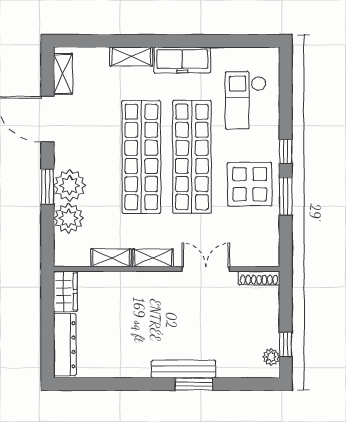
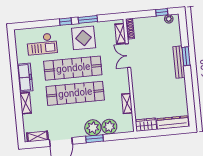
shelving: (153, 258) -> (120, 34), moved

